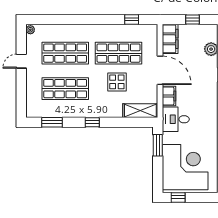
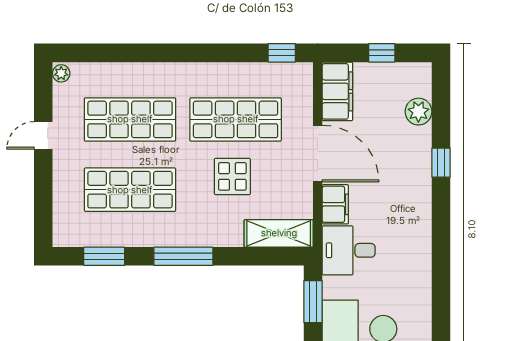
window: (132, 19) -> (282, 53), moved
window: (92, 122) -> (183, 256), width x2.17

